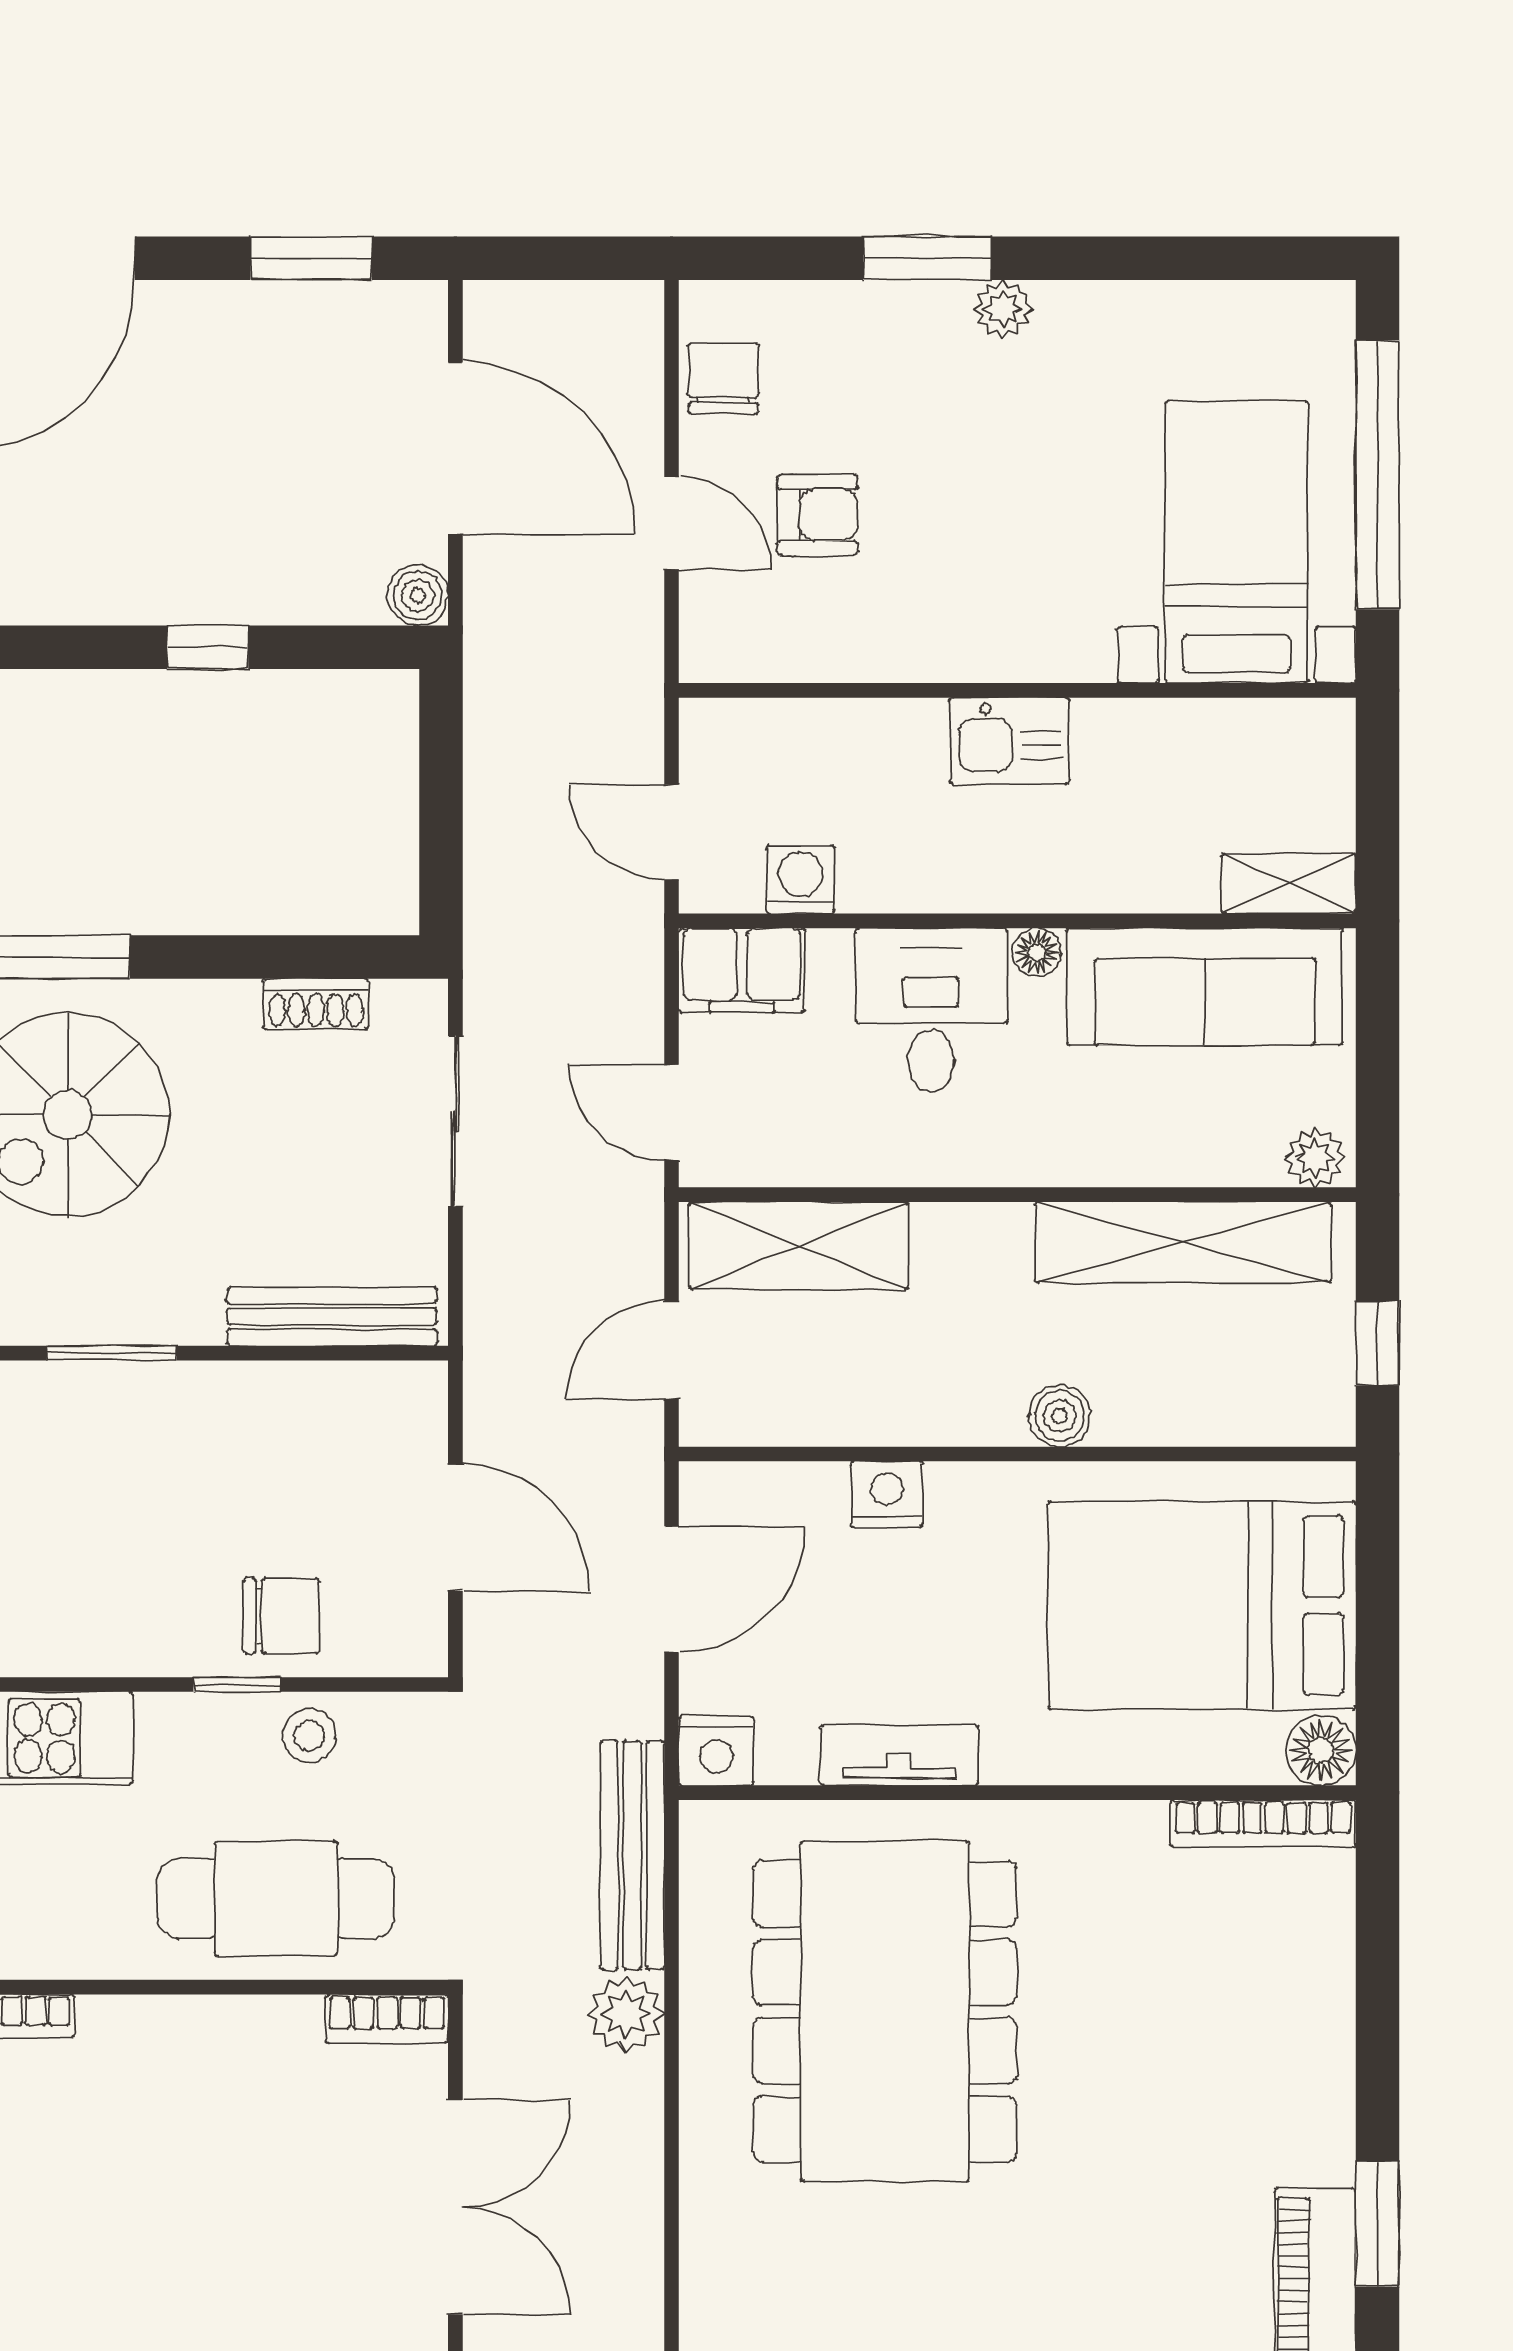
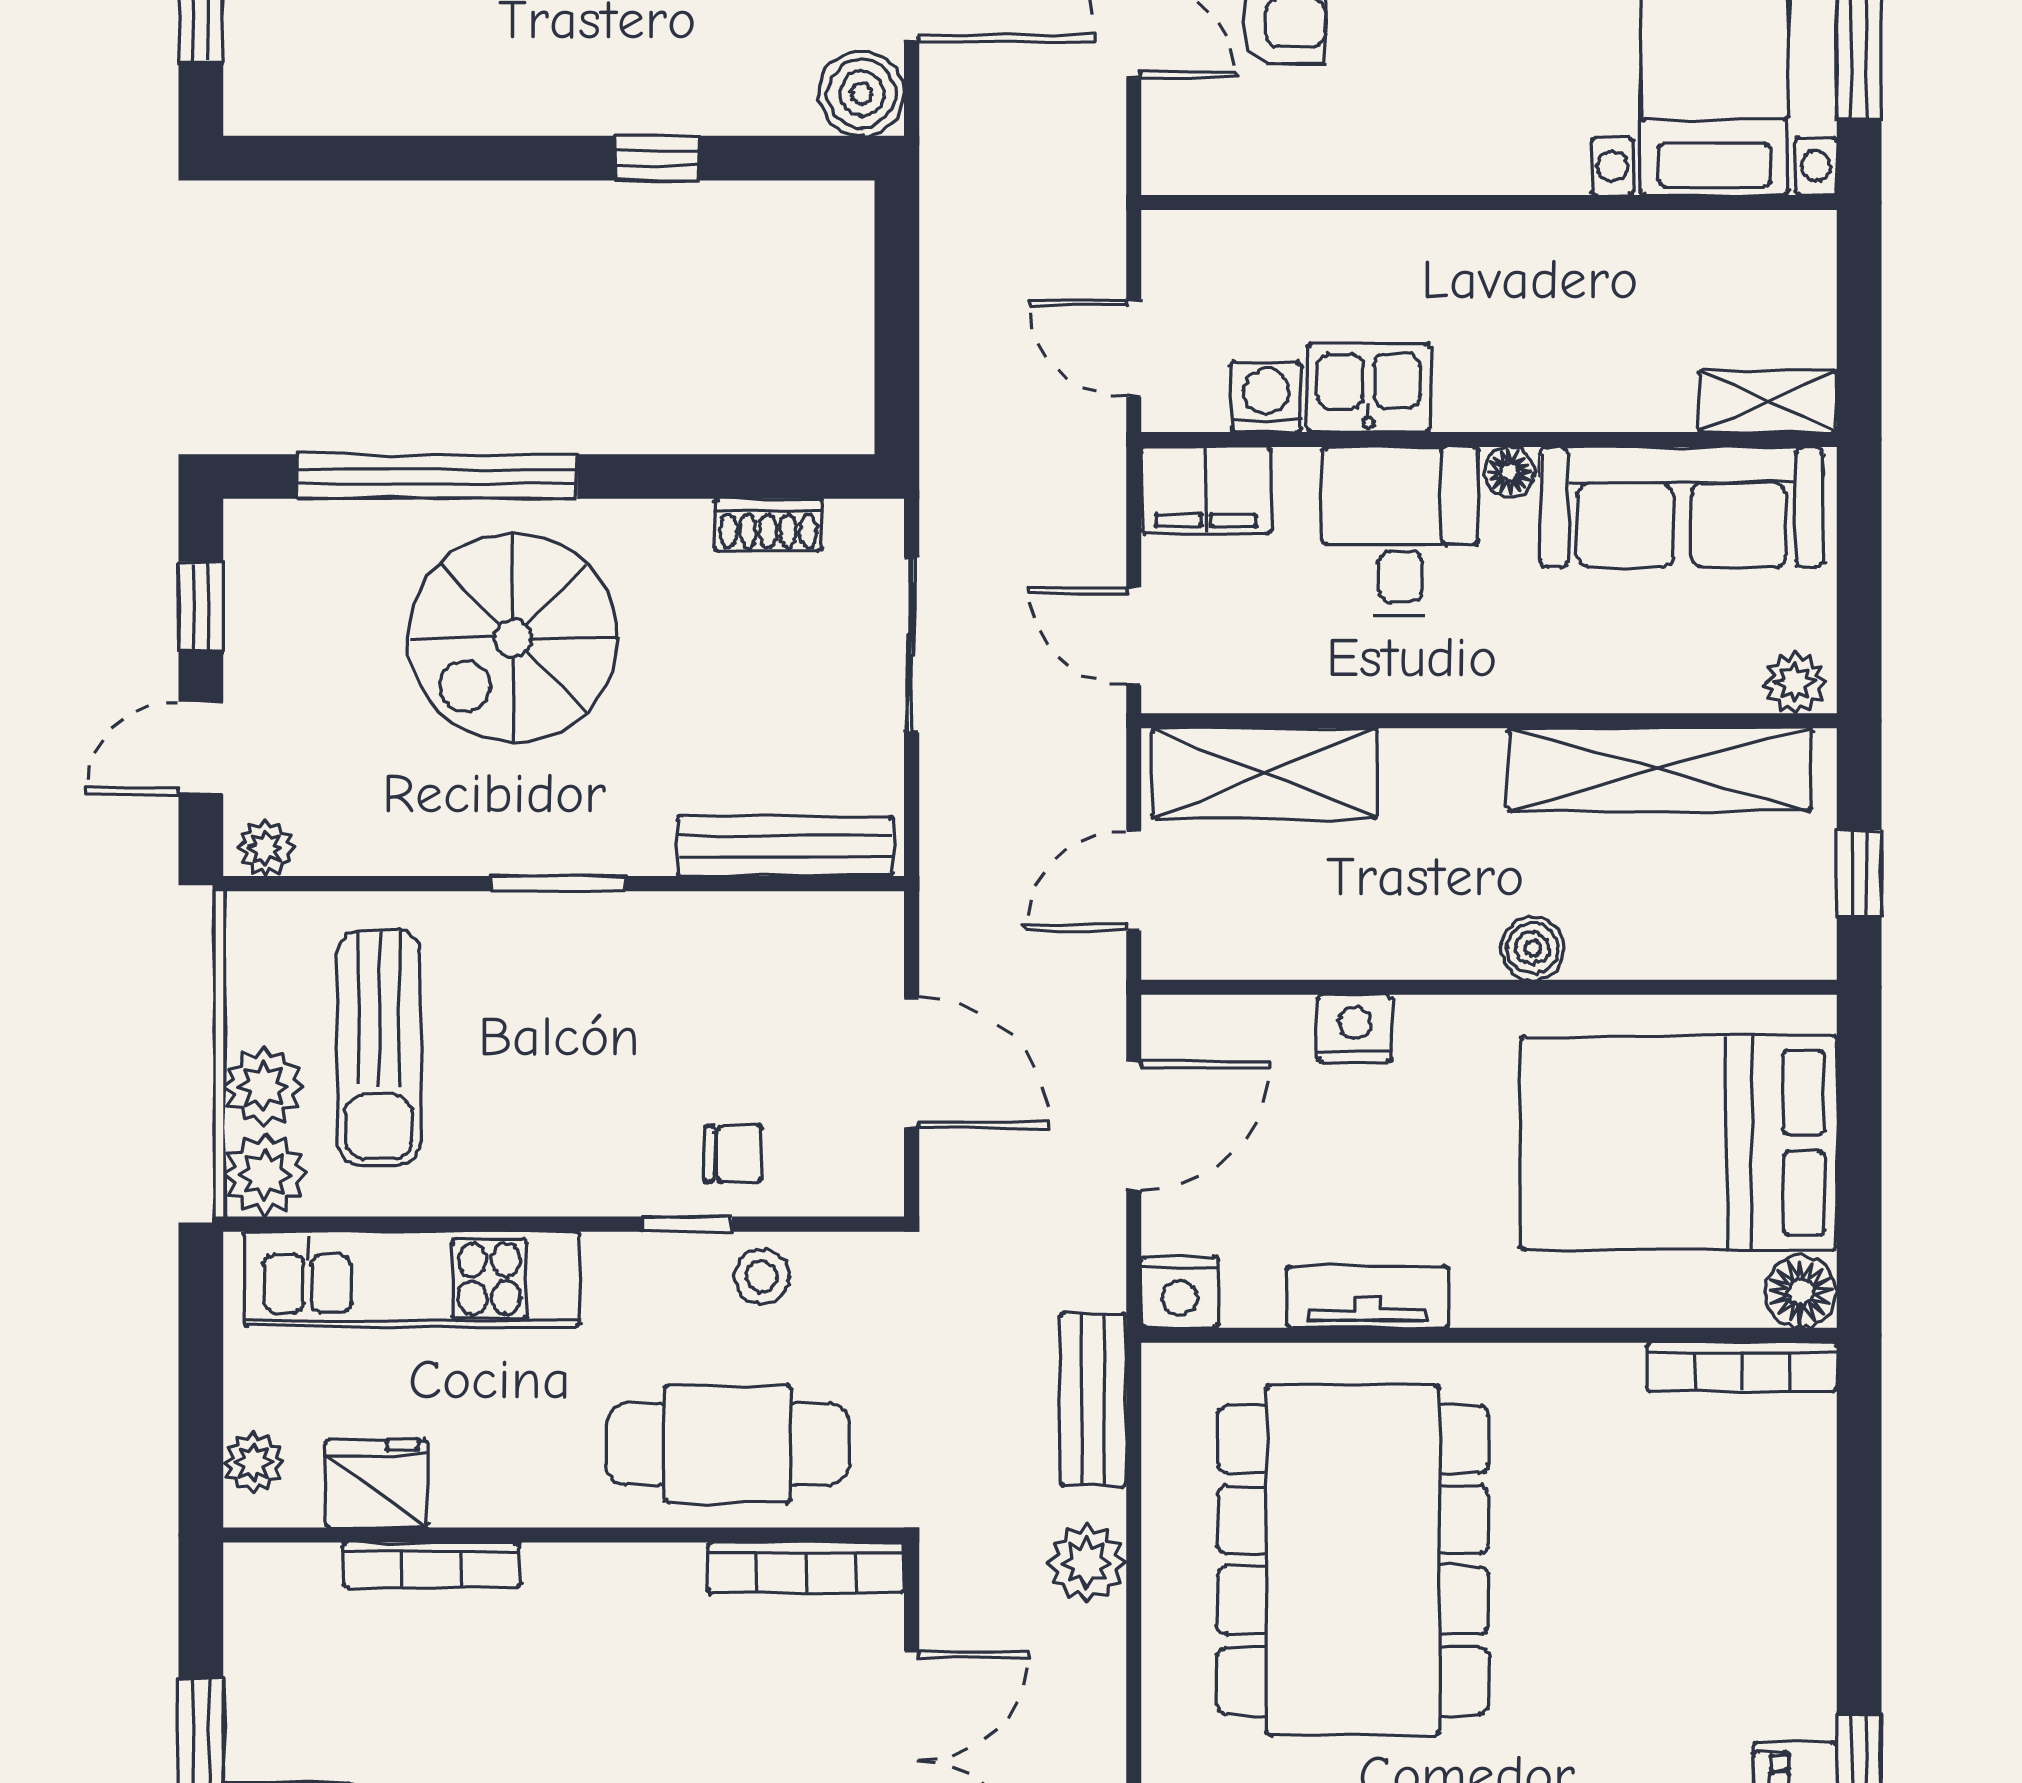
boiler: (418, 595) -> (862, 93), width x1.36, depth x1.36
kitchen sink: (1009, 741) -> (1369, 388), moved, turned 180
chair: (281, 1616) -> (733, 1154), width x0.73, depth x0.73
bench: (632, 1855) -> (1093, 1399), width x0.73
bookcase: (387, 2019) -> (806, 1568), width x1.56

